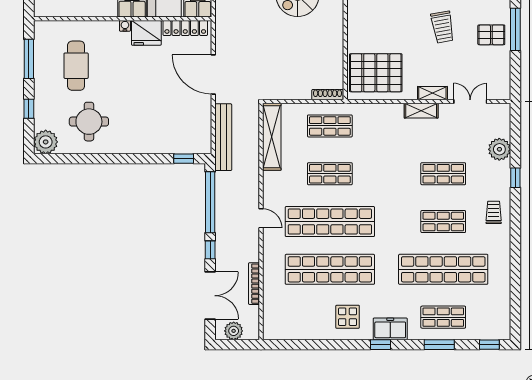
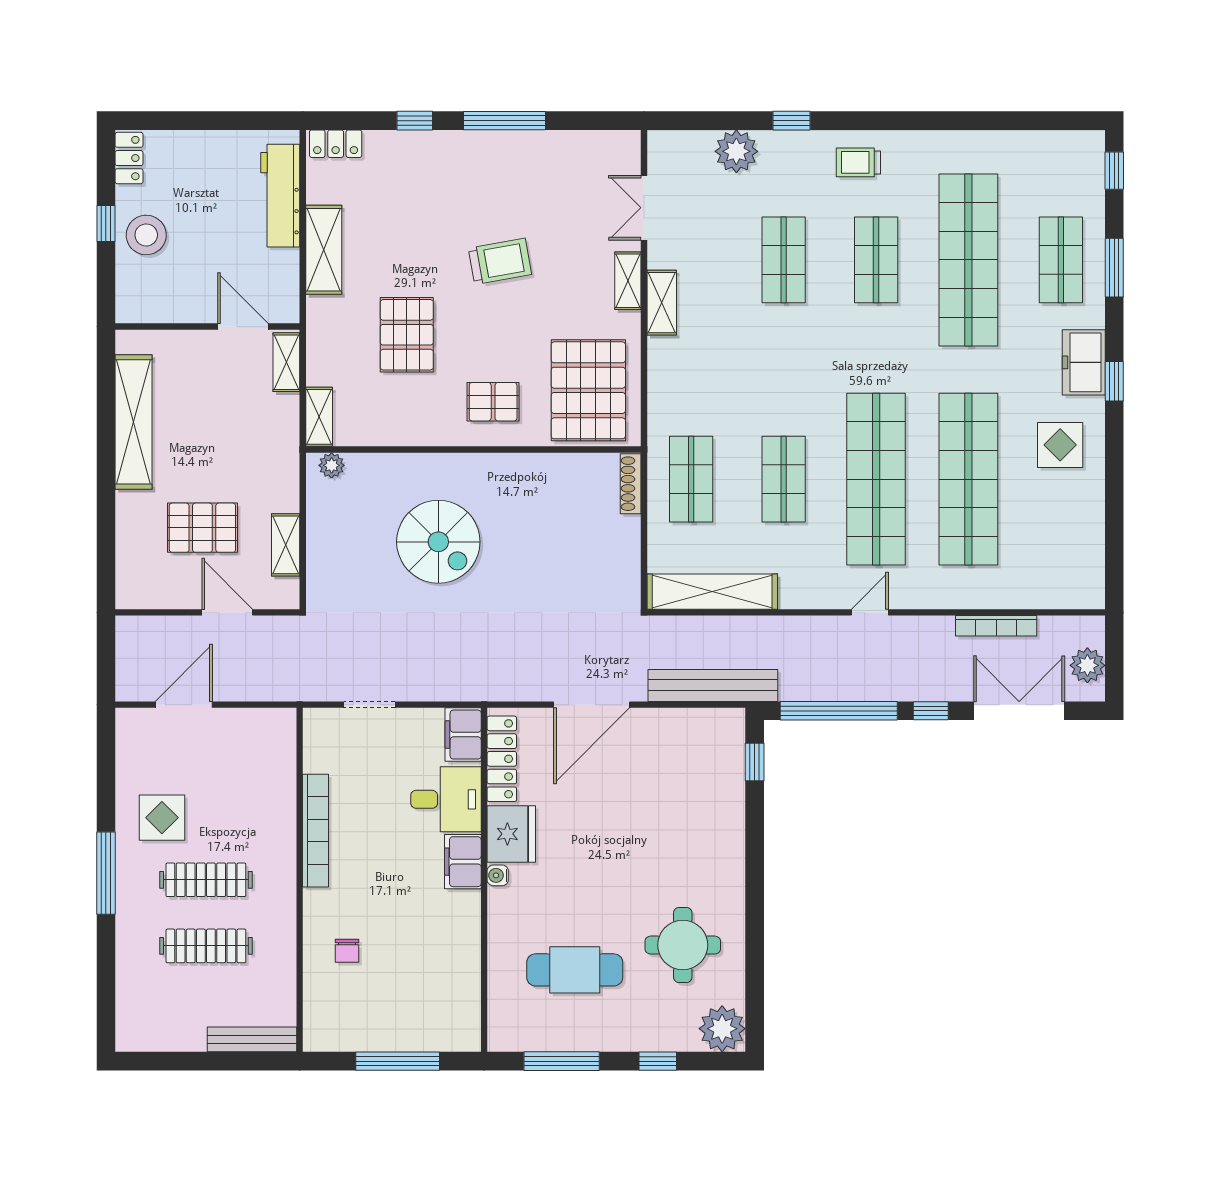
pallet: (491, 35) -> (493, 402), moved, turned 90

